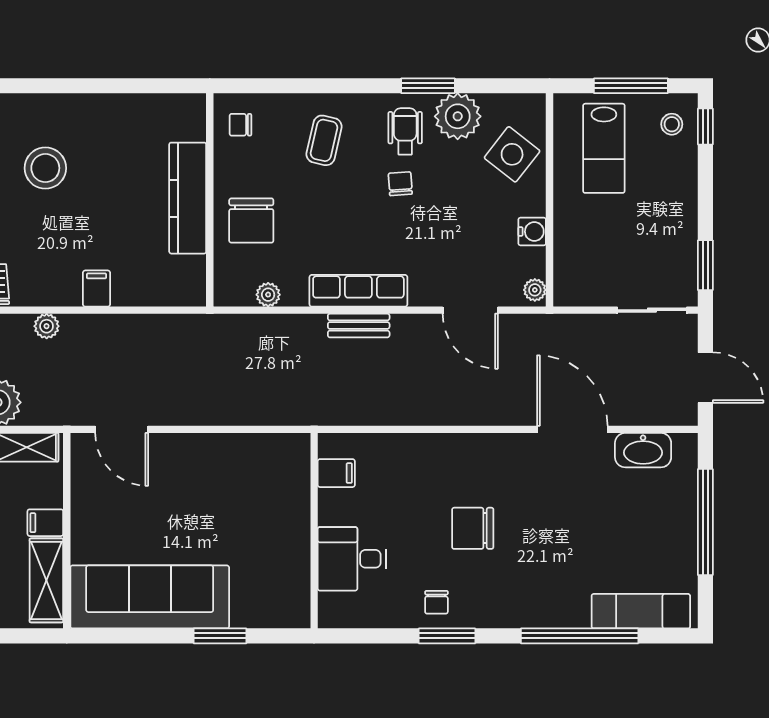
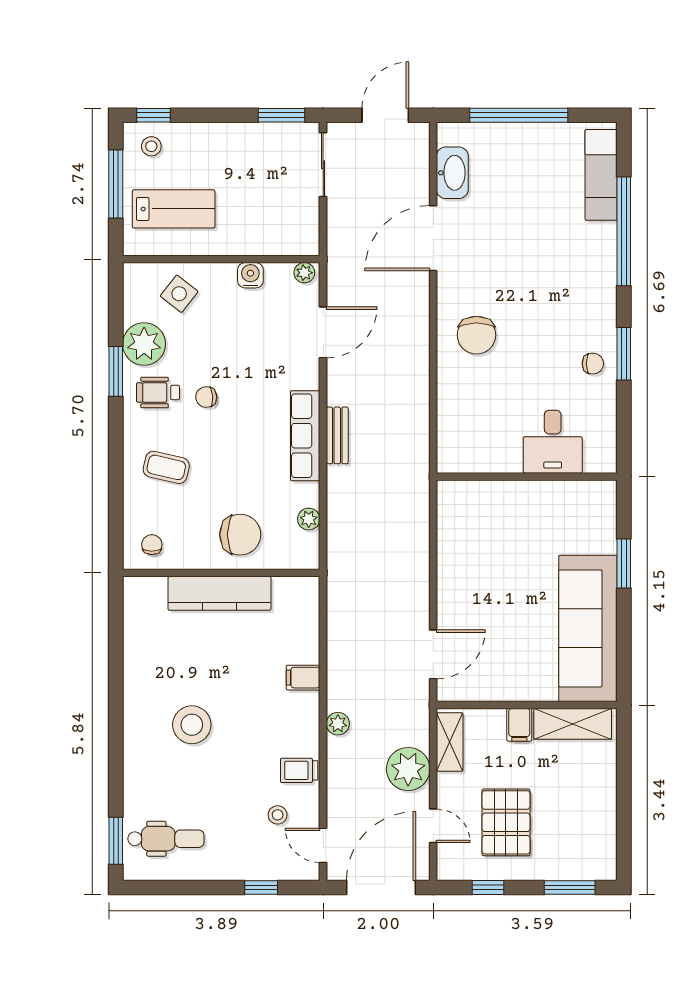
chair: (240, 125) -> (152, 545), turned 180
side table: (512, 154) -> (179, 294), width x0.73, depth x0.73
filing cabinet: (336, 473) -> (474, 456), removed
chair: (473, 528) -> (476, 335), moved

